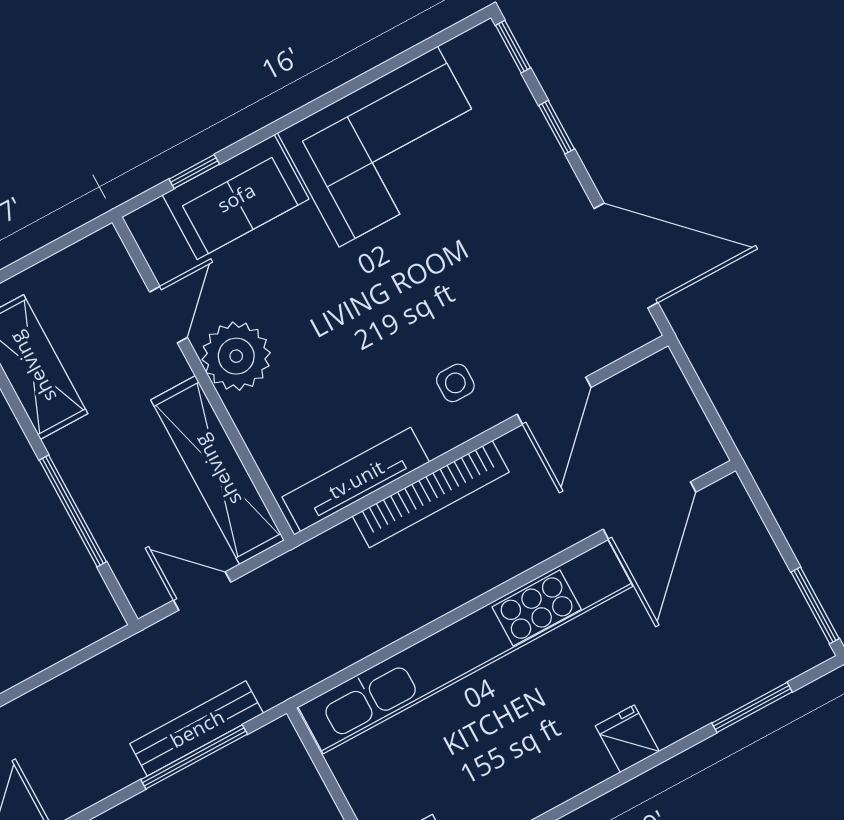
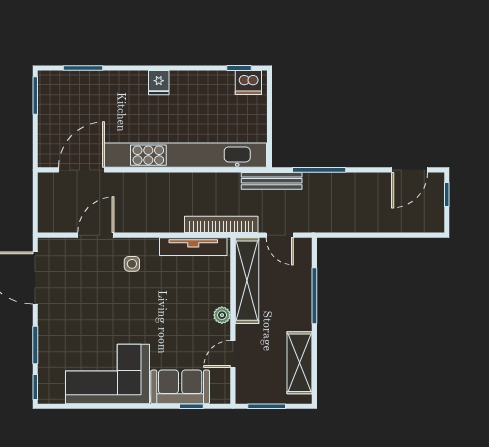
window: (557, 127) -> (35, 345), width x1.50
window: (50, 250) -> (267, 406), added
plant: (236, 356) -> (222, 315), width x0.53, depth x0.53
bookcase: (431, 494) -> (221, 224), moved
bench: (197, 728) -> (272, 181), moved
fridge: (627, 739) -> (159, 83), moved

